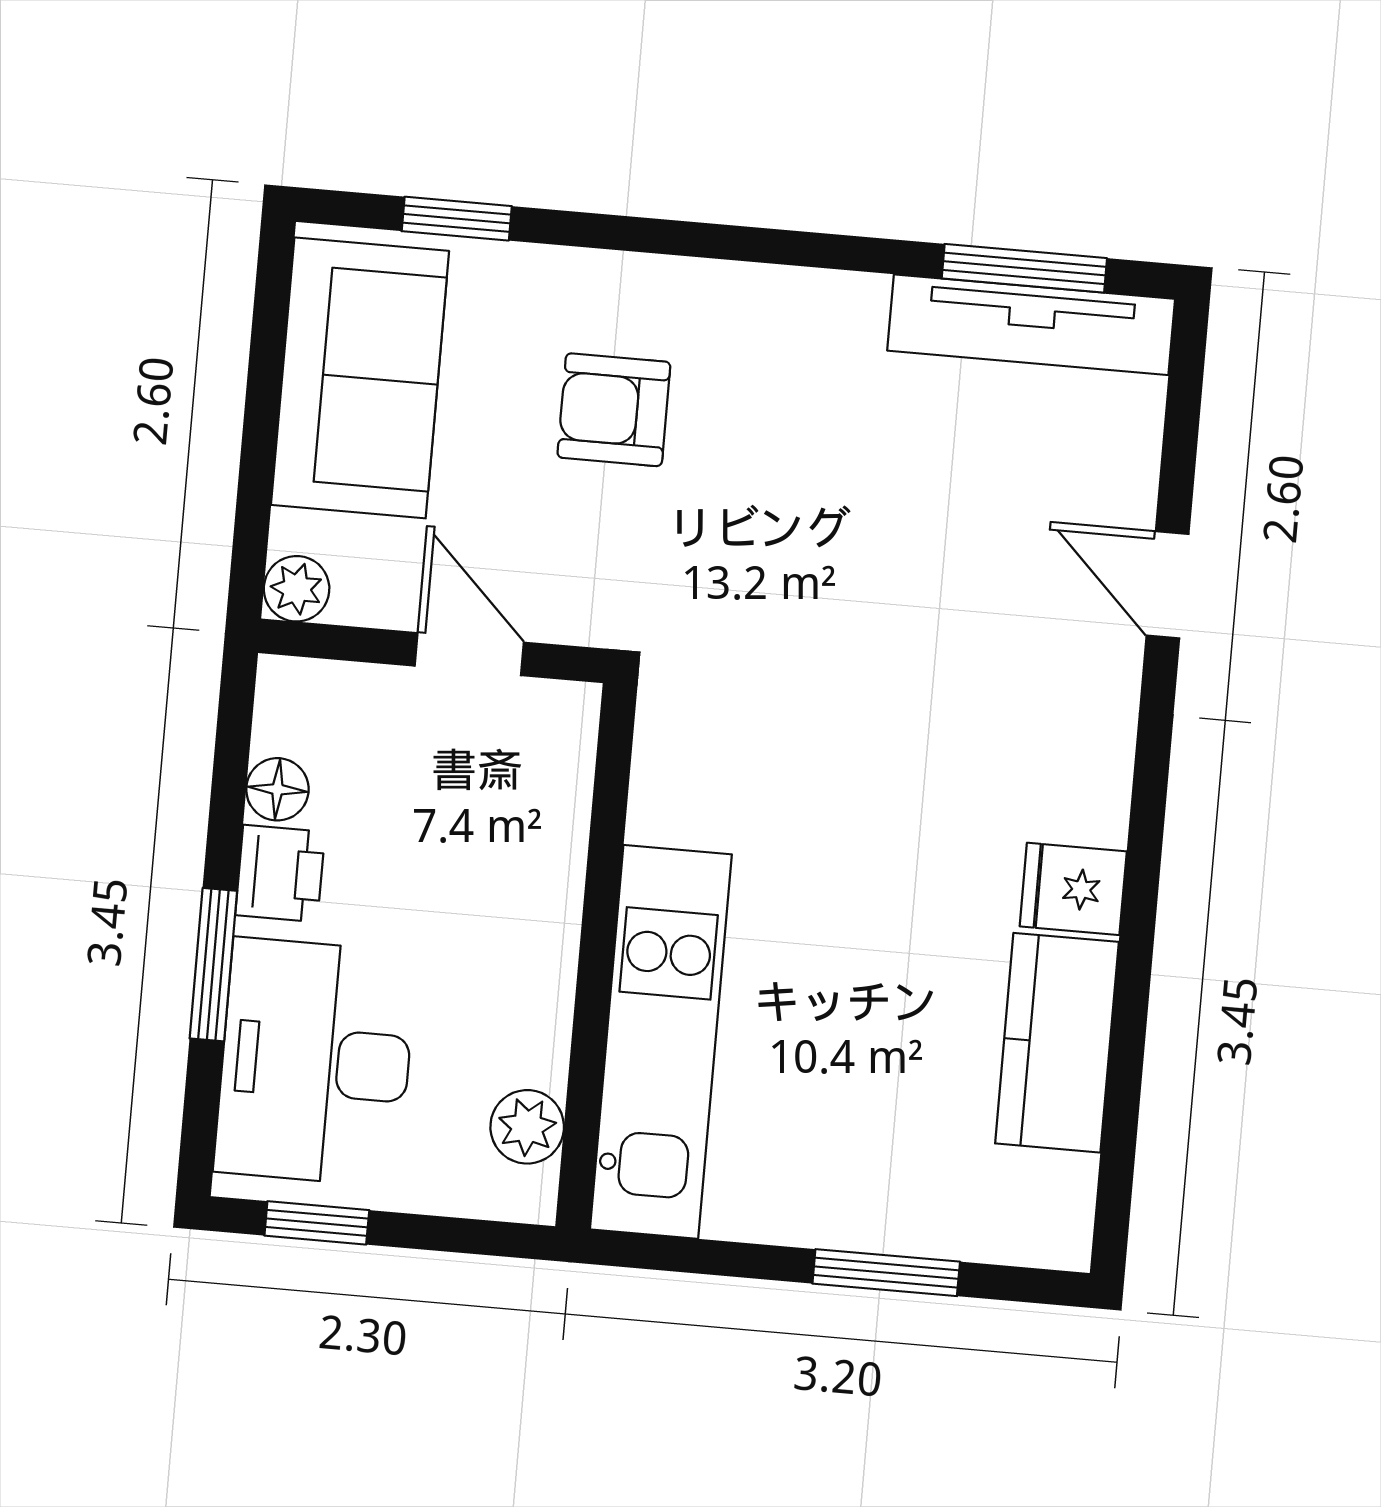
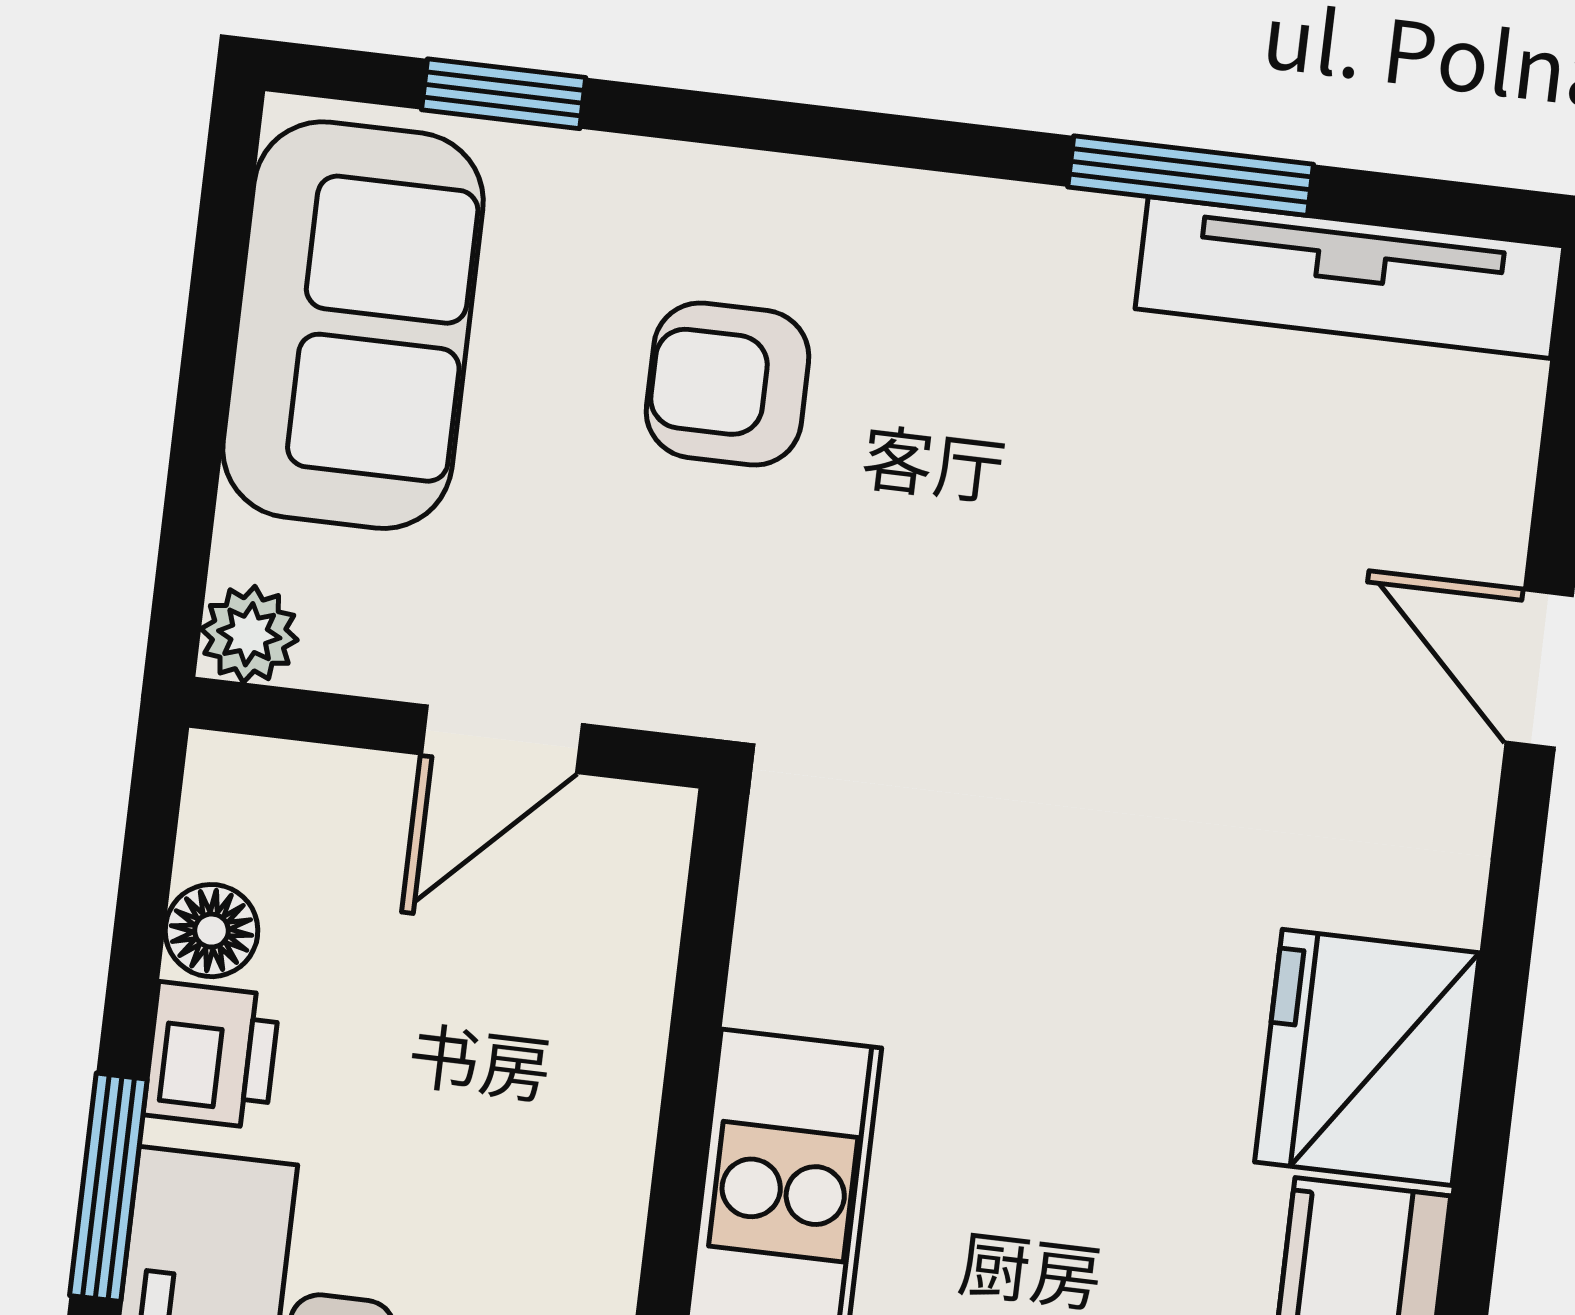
window: (1024, 268) -> (1191, 176), moved
door: (469, 654) -> (502, 739), swing flipped
fridge: (1073, 889) -> (1367, 1057), width x1.88, depth x1.34

